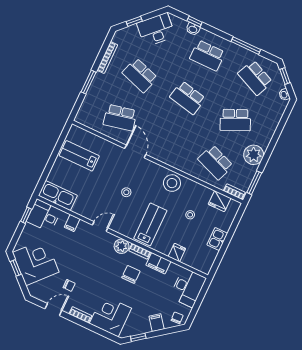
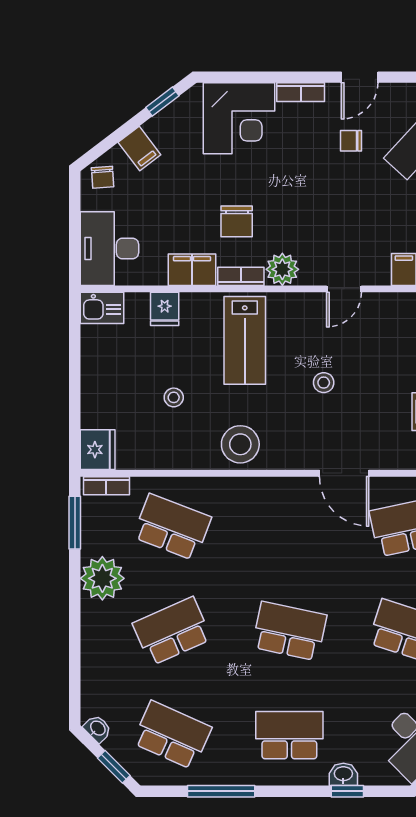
fridge: (220, 201) -> (98, 450), moved, turned 90
kitchen sink: (217, 239) -> (102, 308), moved, turned 90

